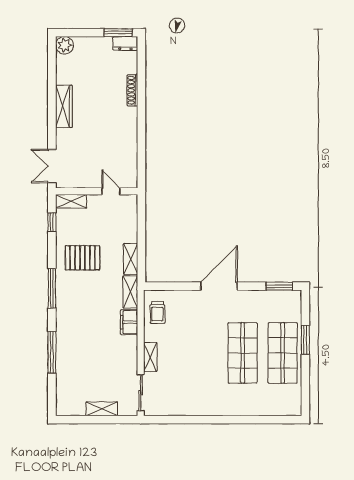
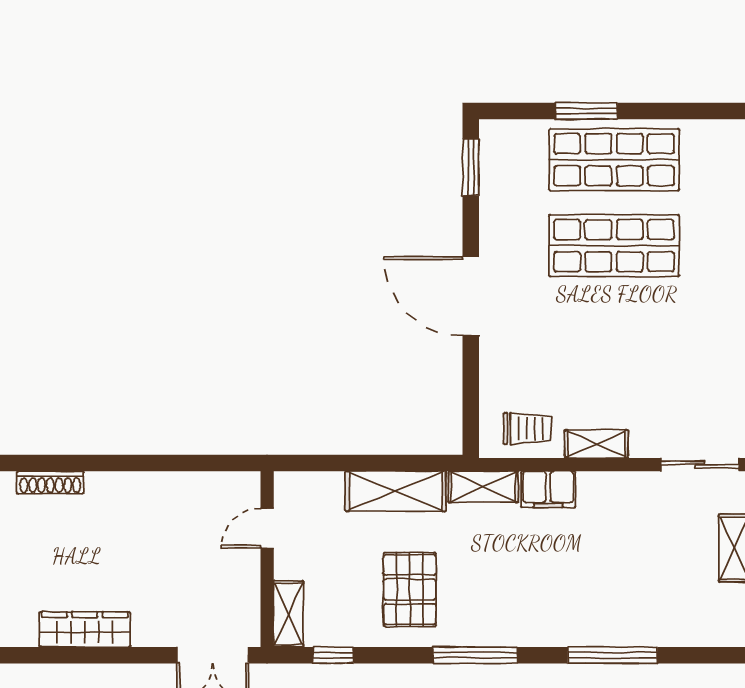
shelving: (131, 259) -> (396, 491), width x1.50, depth x1.33
shelving: (150, 357) -> (596, 444), moved

